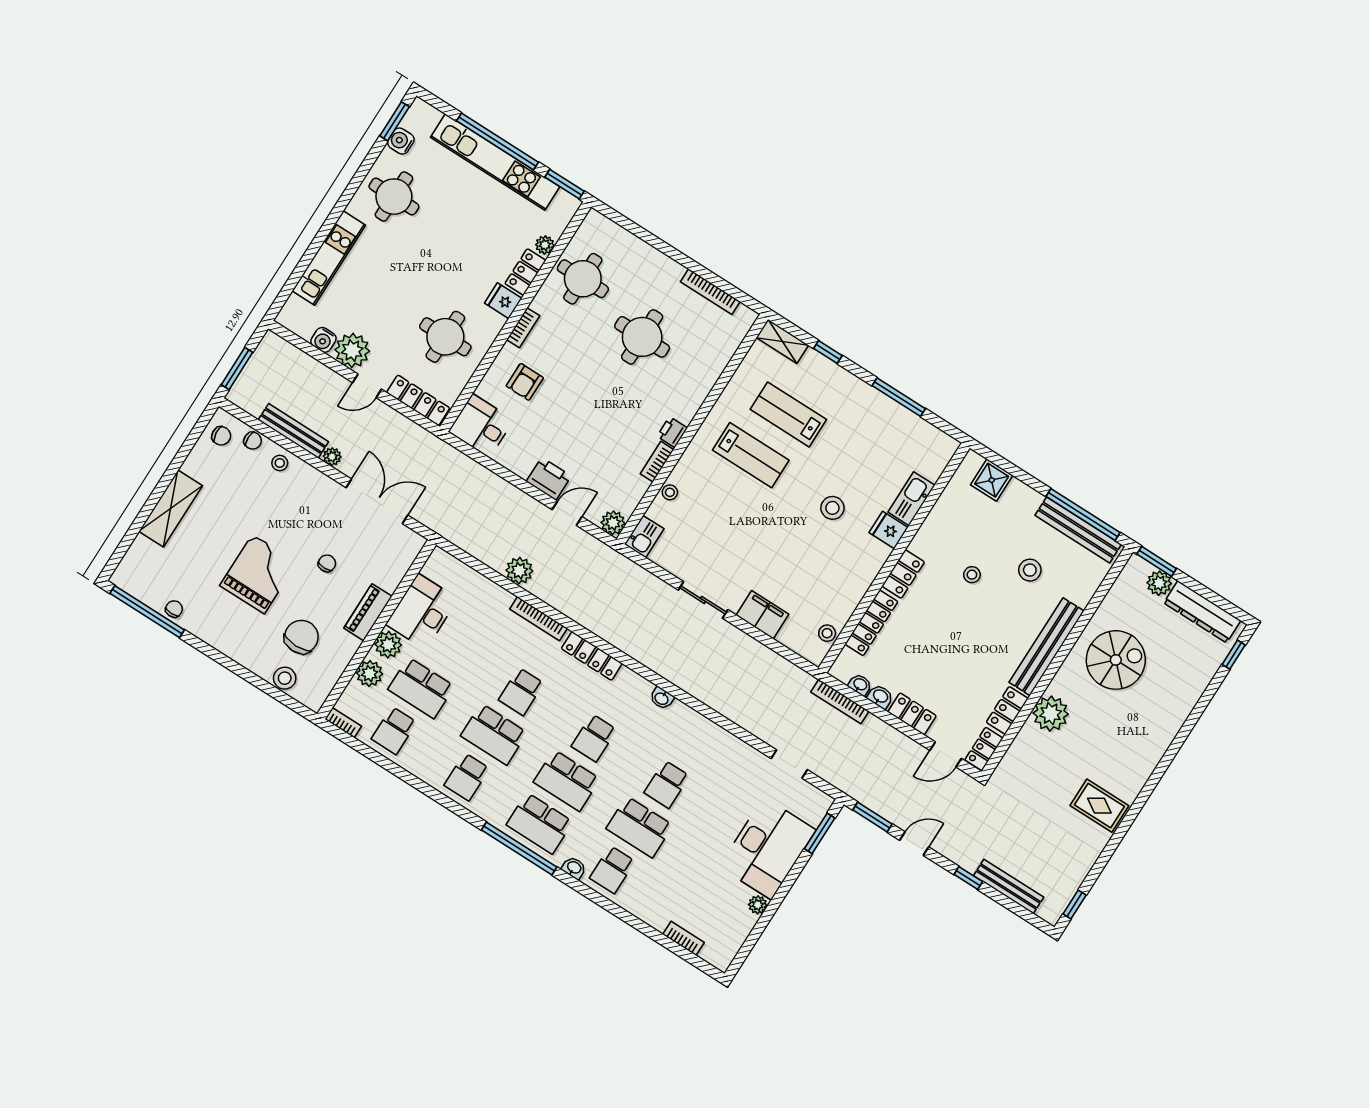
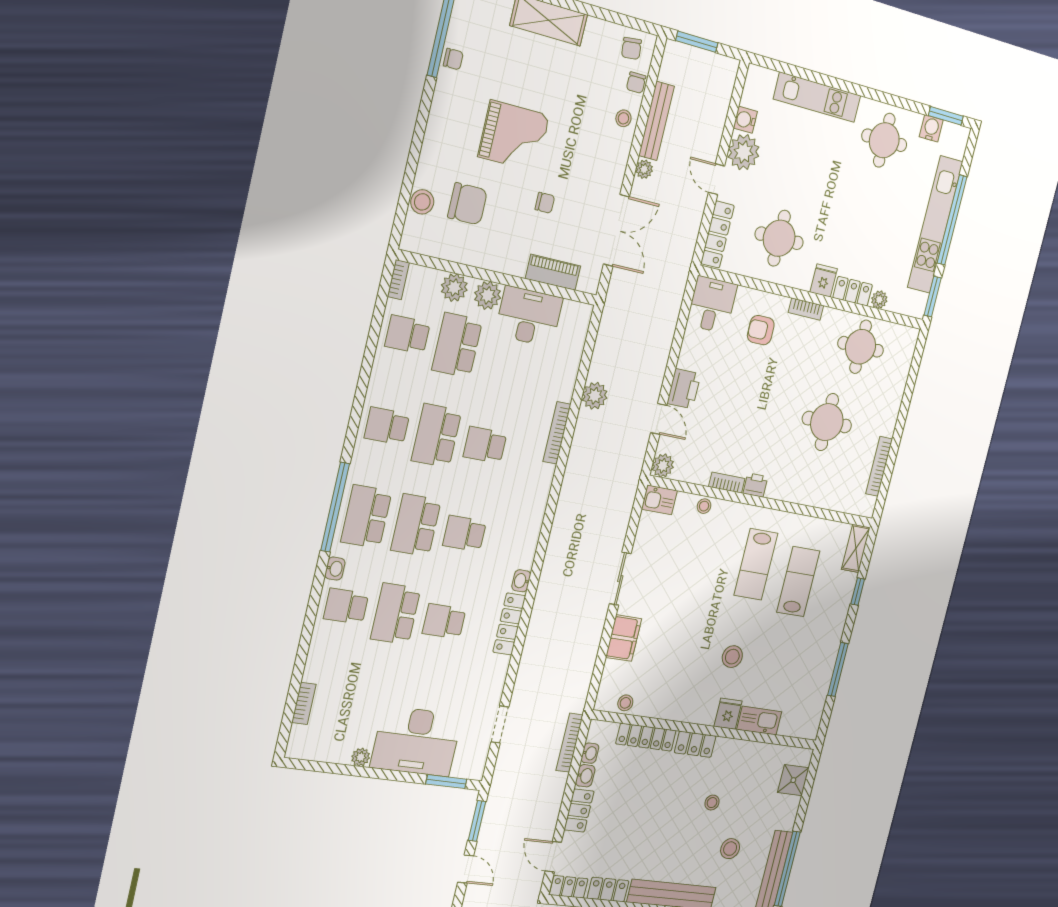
piano: (368, 612) -> (553, 272), moved
locker: (592, 656) -> (509, 624), moved

